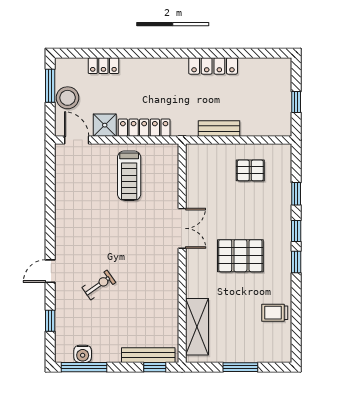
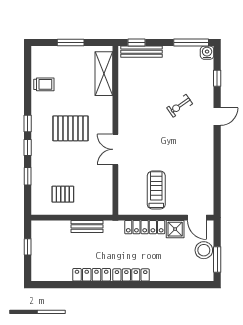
locker: (103, 66) -> (131, 275), moved, width x1.53
water cooler: (83, 354) -> (207, 53), moved

